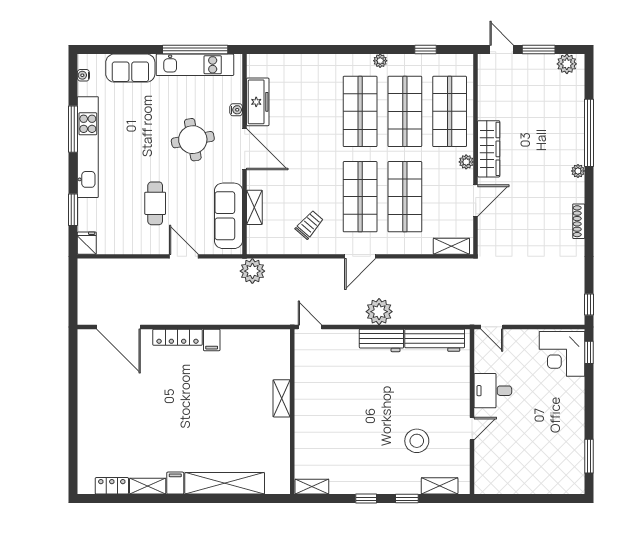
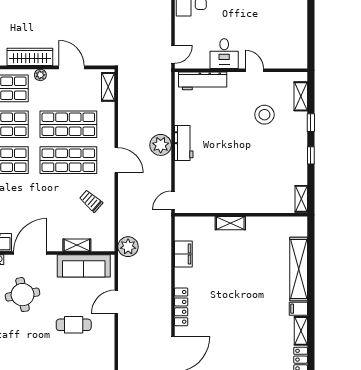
filing cabinet: (212, 340) -> (183, 254), moved, width x2.00
workbench: (435, 340) -> (203, 81), moved, turned 90

